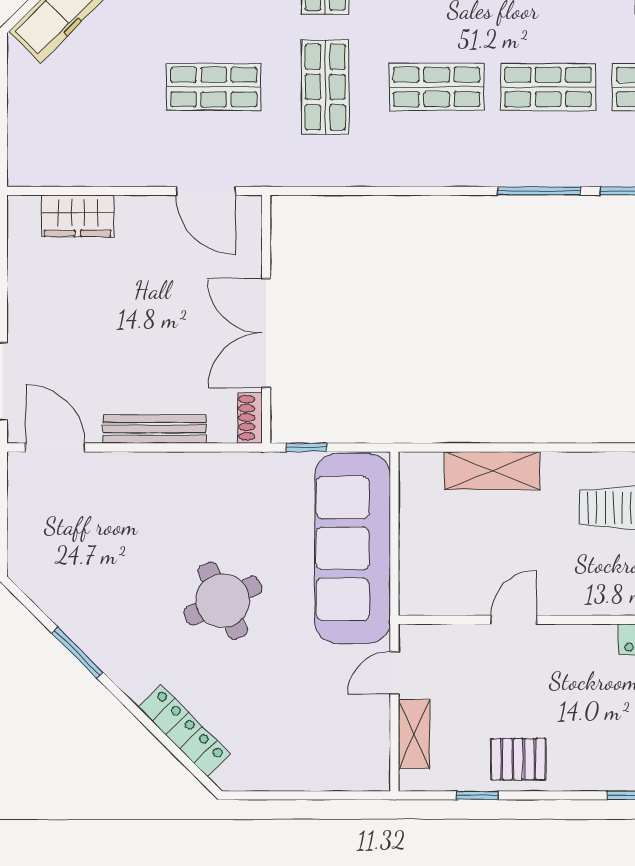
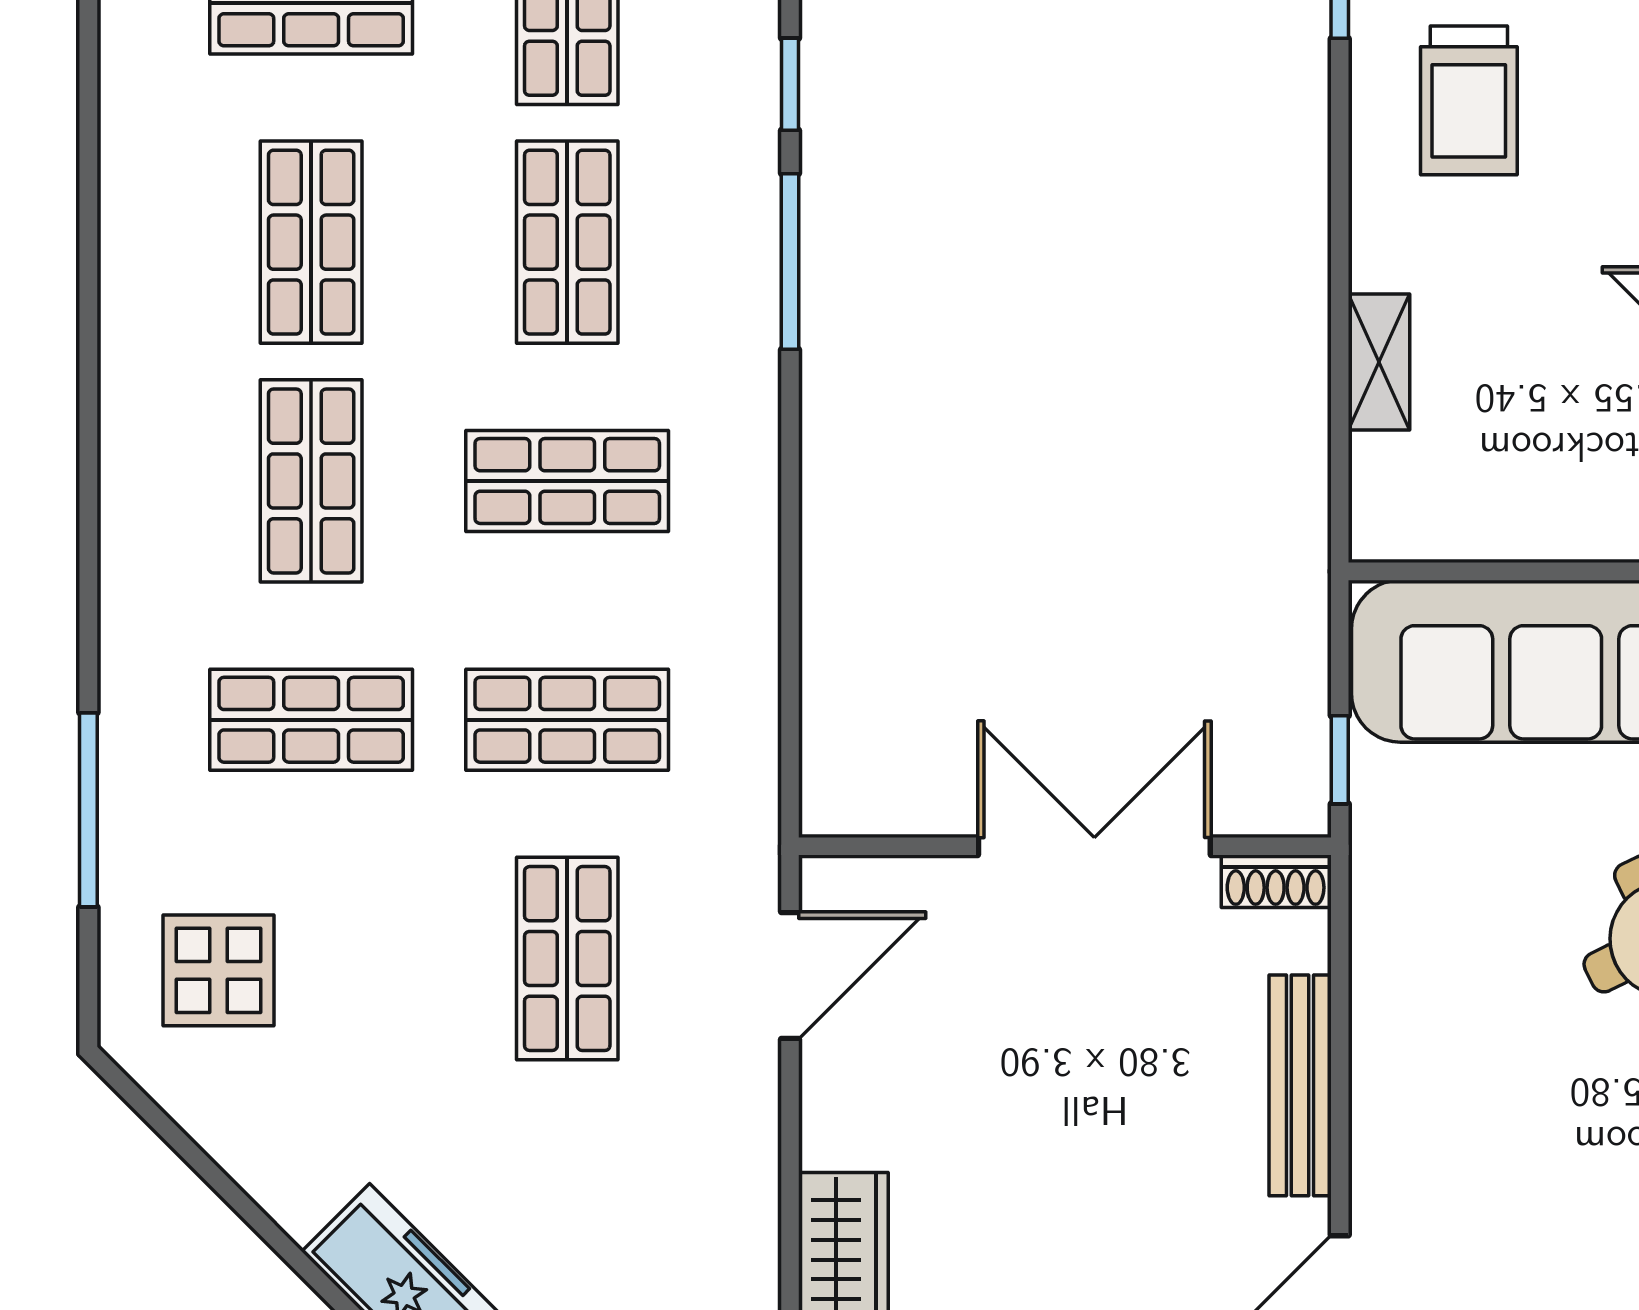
shop shelf: (437, 87) -> (567, 481), turned 90
double door: (266, 333) -> (1094, 846), swing flipped
shelving: (492, 471) -> (1379, 362), width x0.67, depth x0.75

